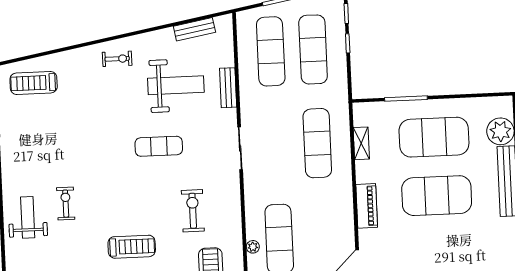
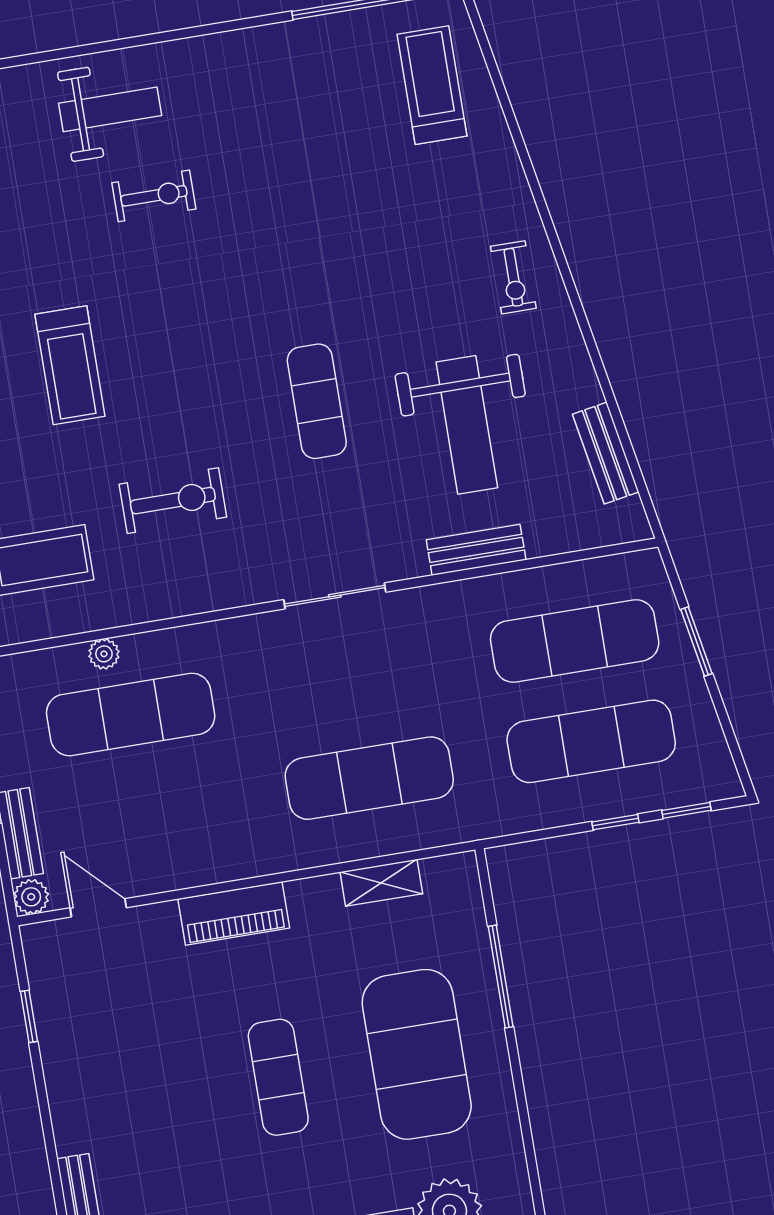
exercise mat: (437, 196) -> (278, 1077), width x0.50, depth x0.69

